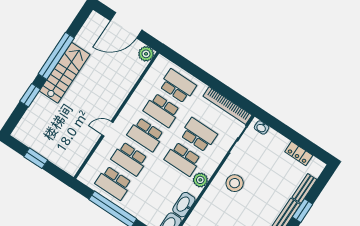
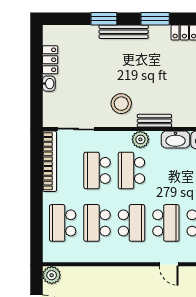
school desk: (162, 110) -> (97, 223), turned 180
washbasin: (262, 127) -> (49, 84), moved
door: (107, 129) -> (169, 264), moved
school desk: (183, 159) -> (131, 170), turned 180
bench: (304, 188) -> (154, 121), moved

